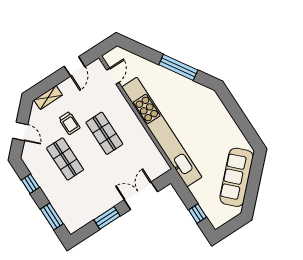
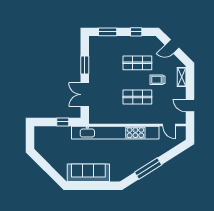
sofa: (236, 177) -> (88, 173), moved, turned -45
double door: (141, 196) -> (85, 95), swing flipped
window: (197, 214) -> (63, 122), moved

